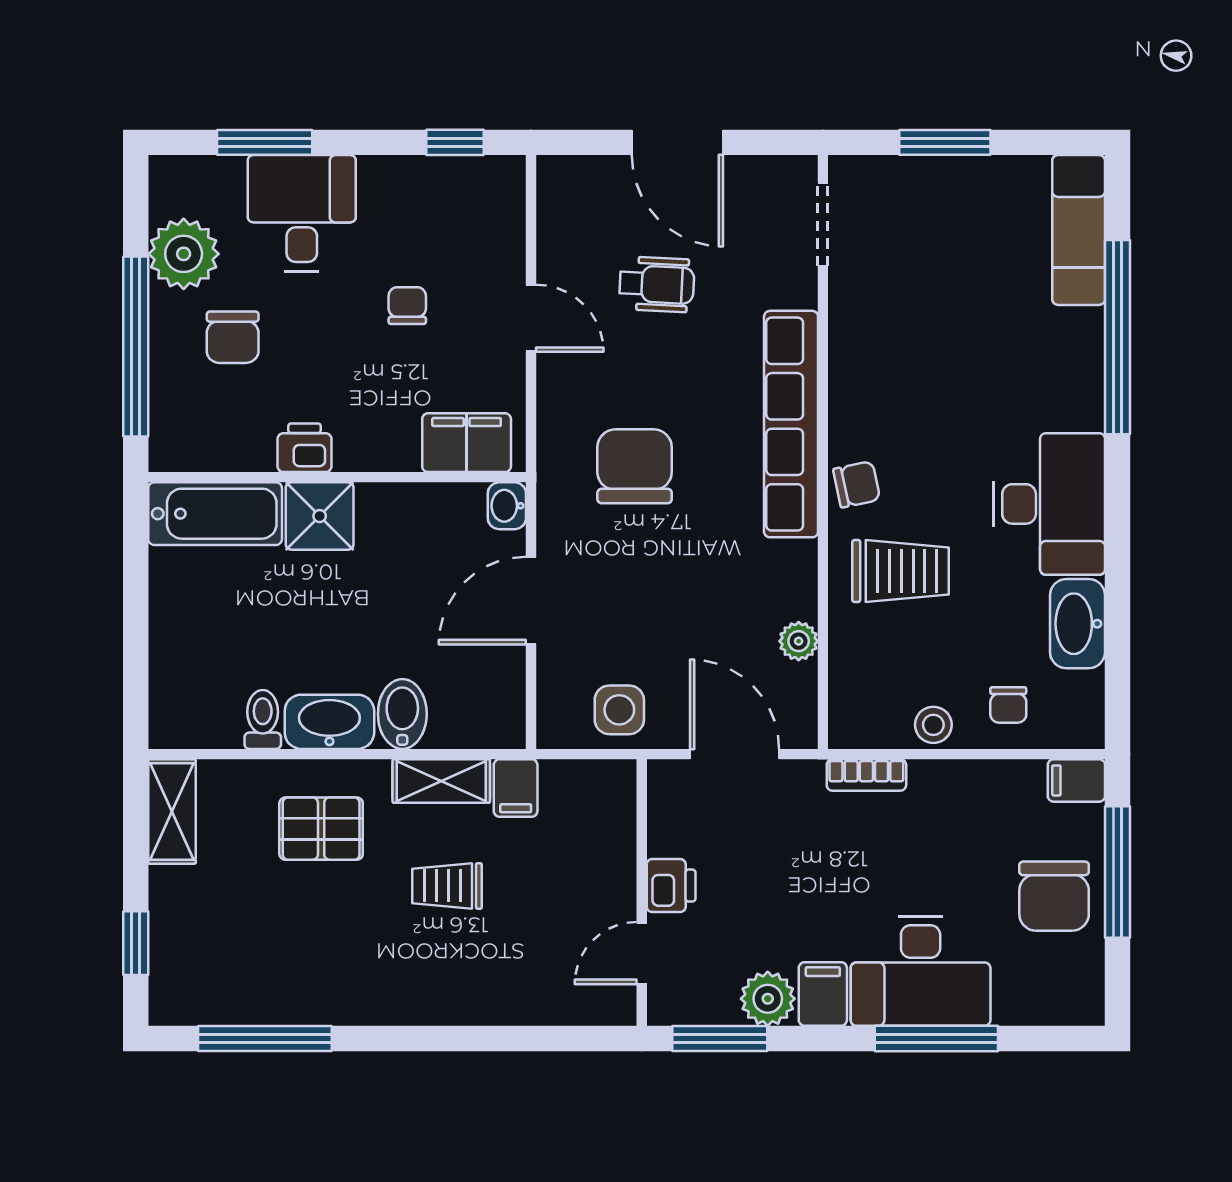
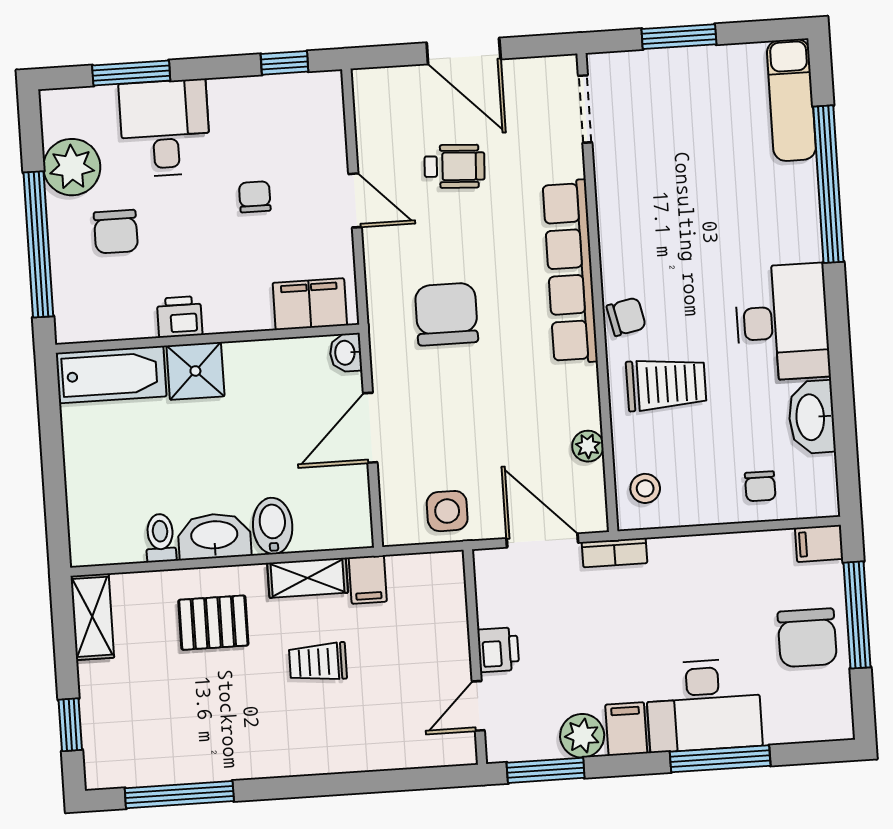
stool: (933, 725) -> (645, 488), moved
bookcase: (866, 775) -> (614, 553), moved

